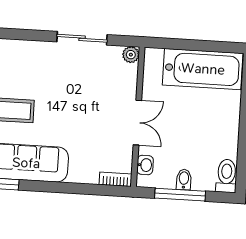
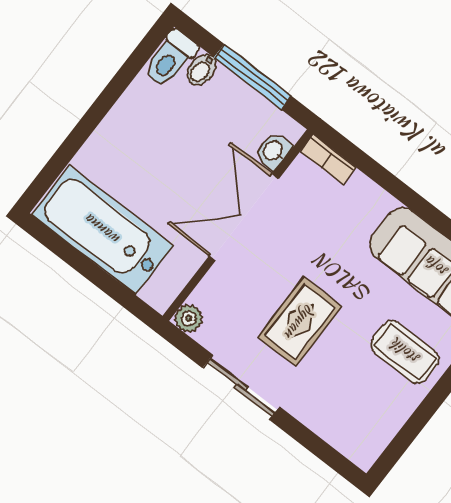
rug: (75, 90) -> (300, 322), added
double door: (137, 123) -> (244, 217), width x1.37
bidet: (184, 180) -> (202, 70), moved

